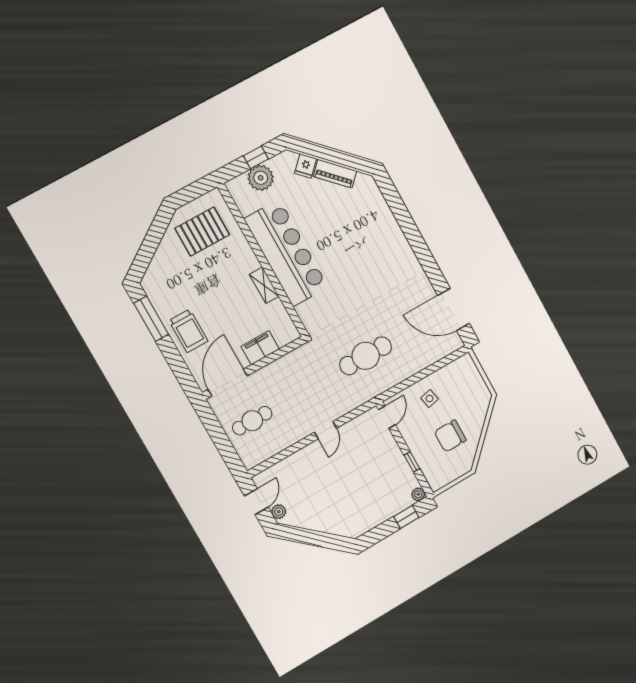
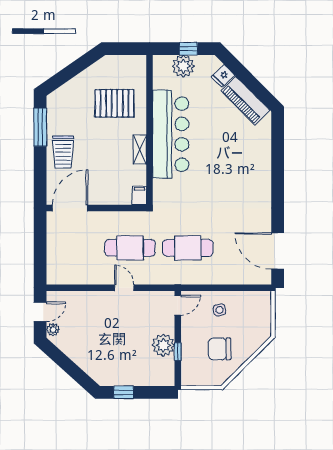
piano: (335, 174) -> (245, 101), width x1.37, depth x1.33
pallet: (202, 232) -> (114, 103), moved
filing cabinet: (260, 348) -> (139, 195), moved, width x0.50
cafe table: (252, 421) -> (130, 248), moved, width x1.37, depth x1.35
door: (326, 430) -> (124, 288), swing flipped
plant: (418, 494) -> (163, 345), moved, width x1.87, depth x1.87
window: (406, 517) -> (124, 392), moved

